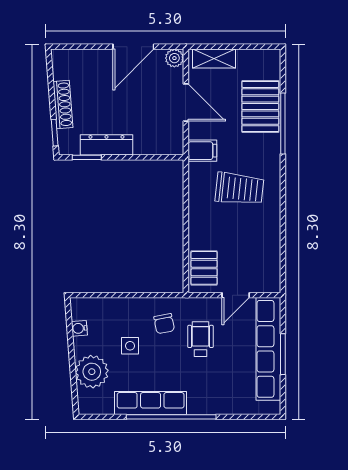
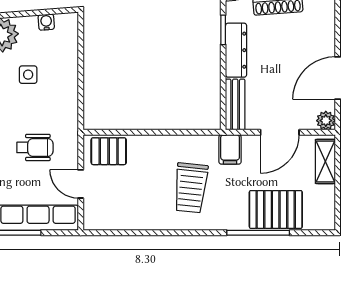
door: (133, 47) -> (338, 78), hinge flipped
bench: (159, 146) -> (235, 104), added
chair: (164, 324) -> (51, 110), removed

